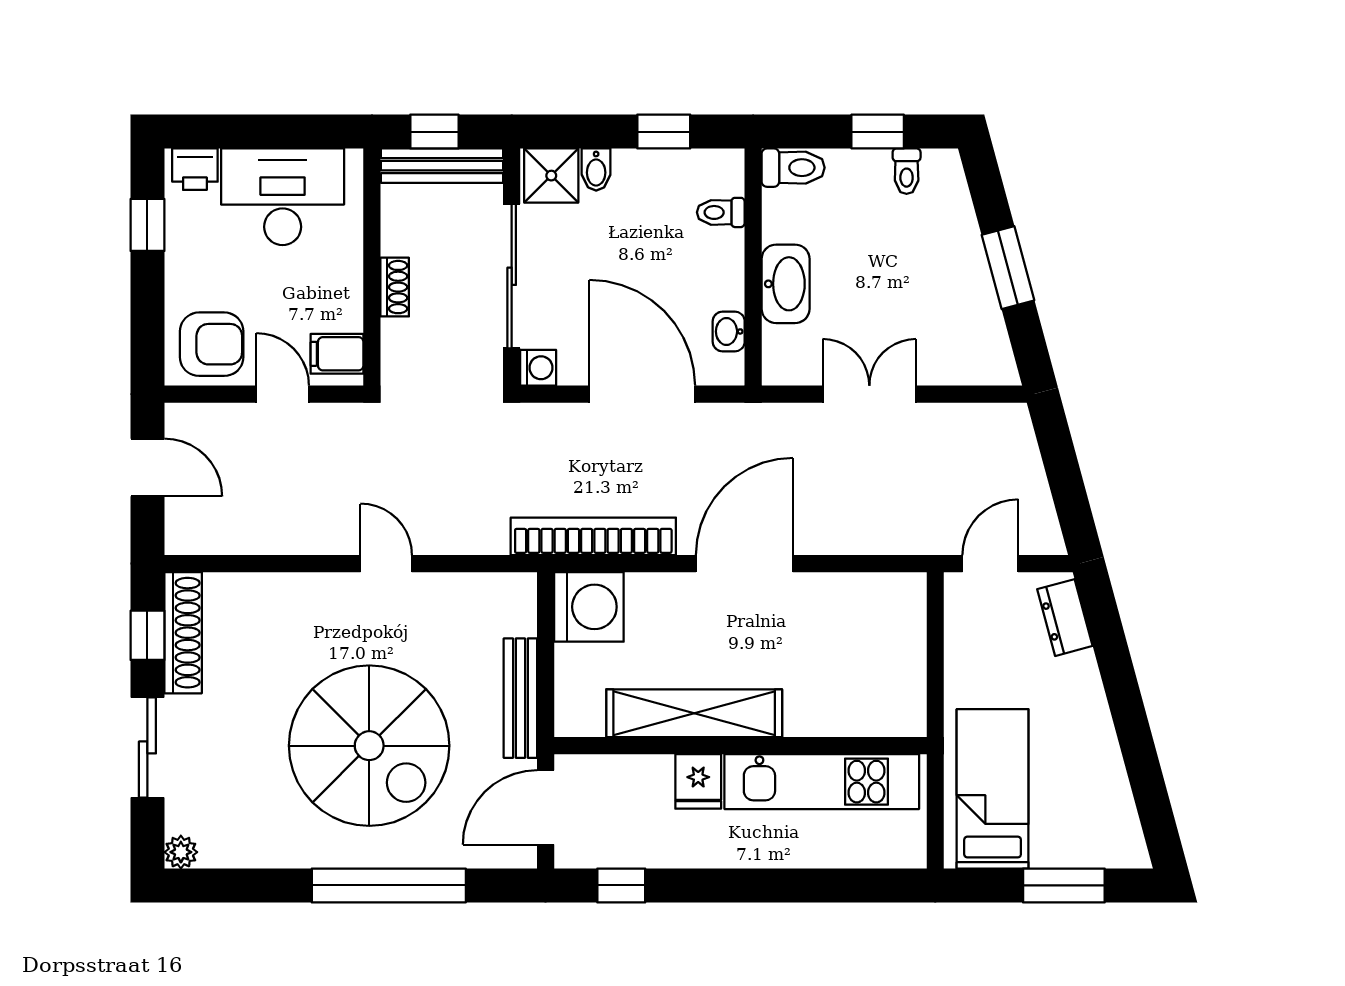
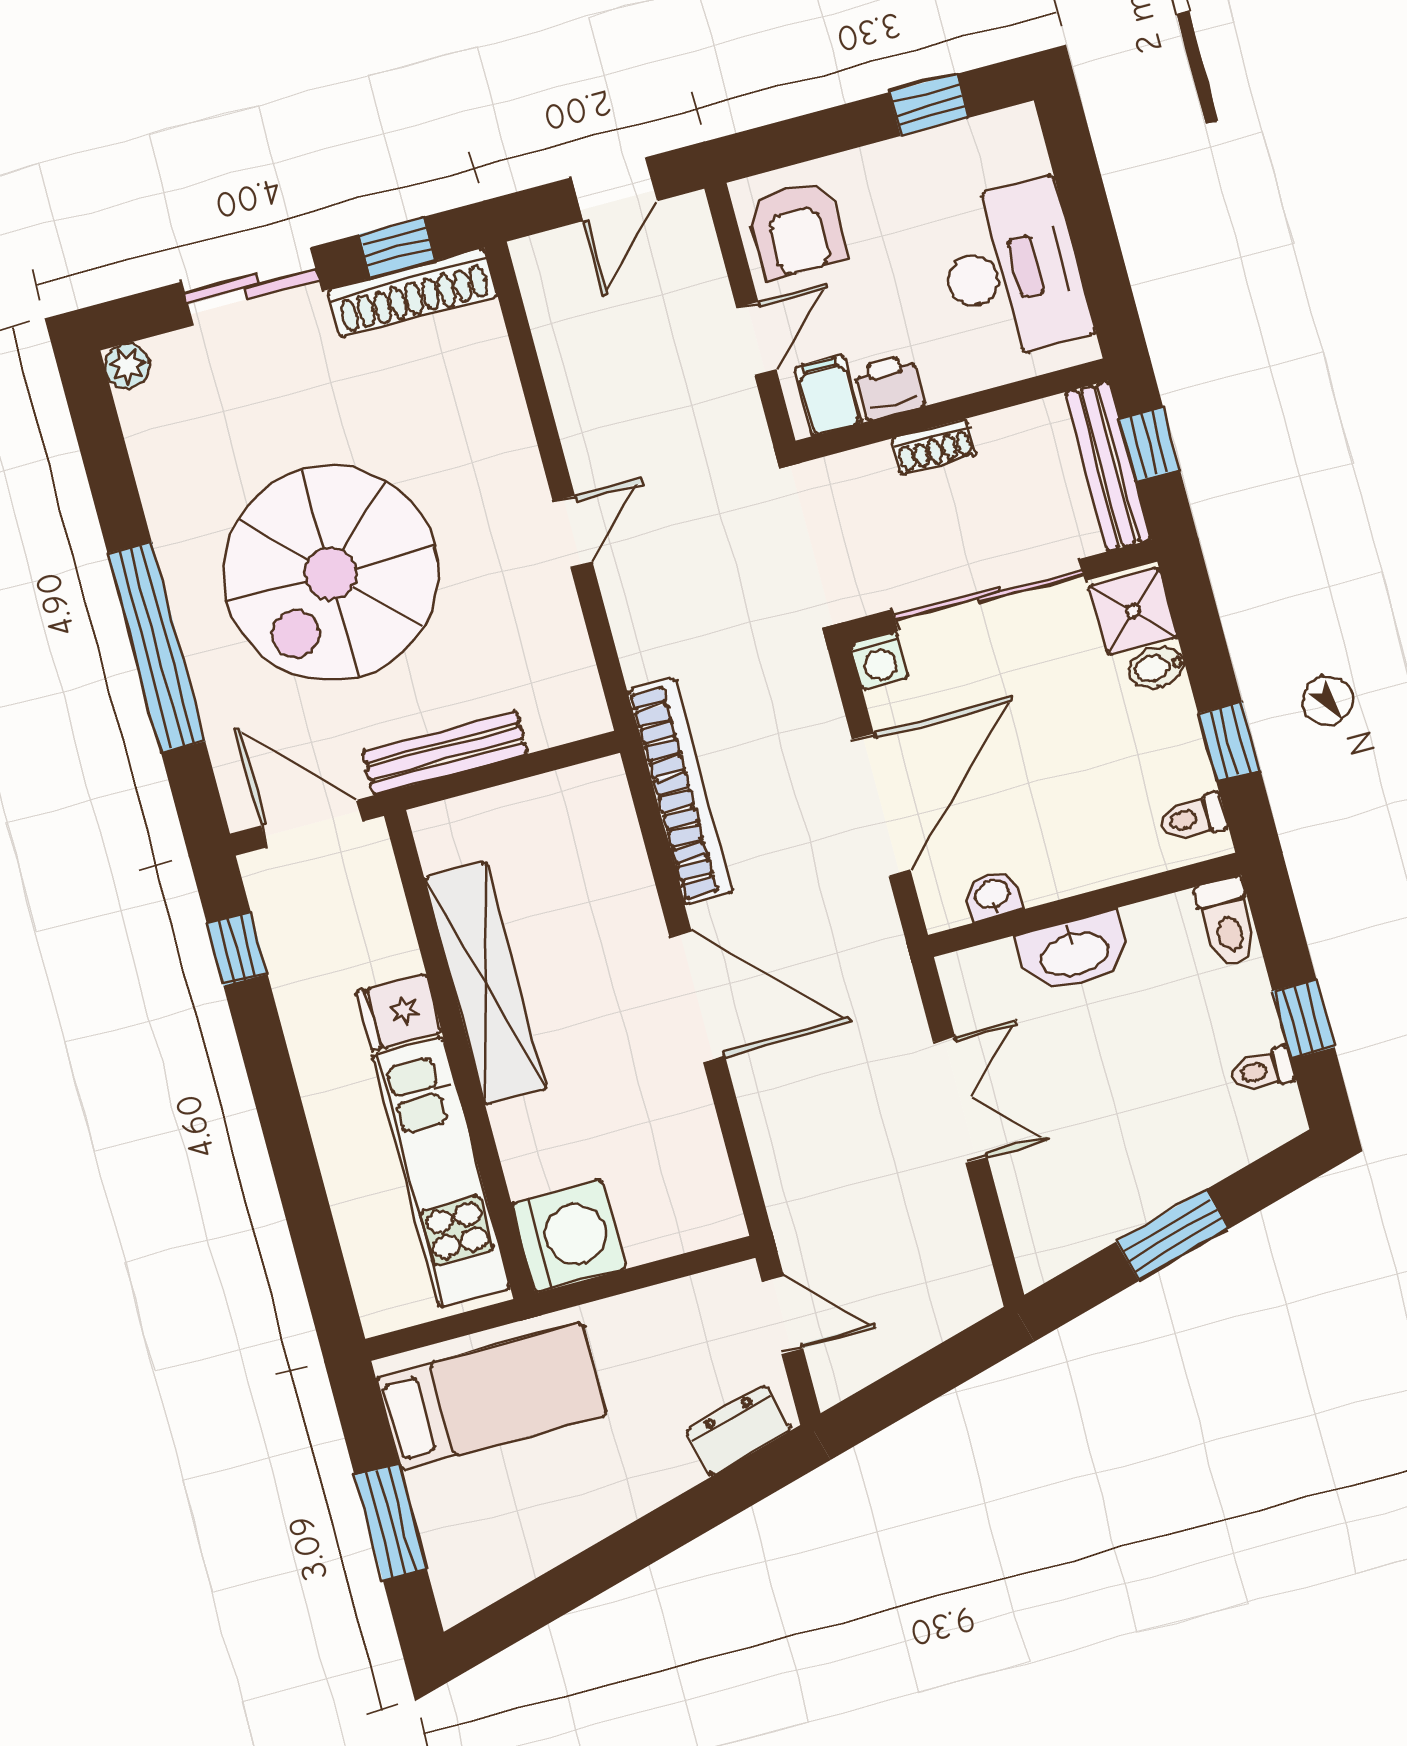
printer: (195, 169) -> (889, 387), moved, turned 90
toilet: (721, 212) -> (1193, 818), moved, turned -90
washing machine: (589, 607) -> (568, 1236), moved, turned -90

